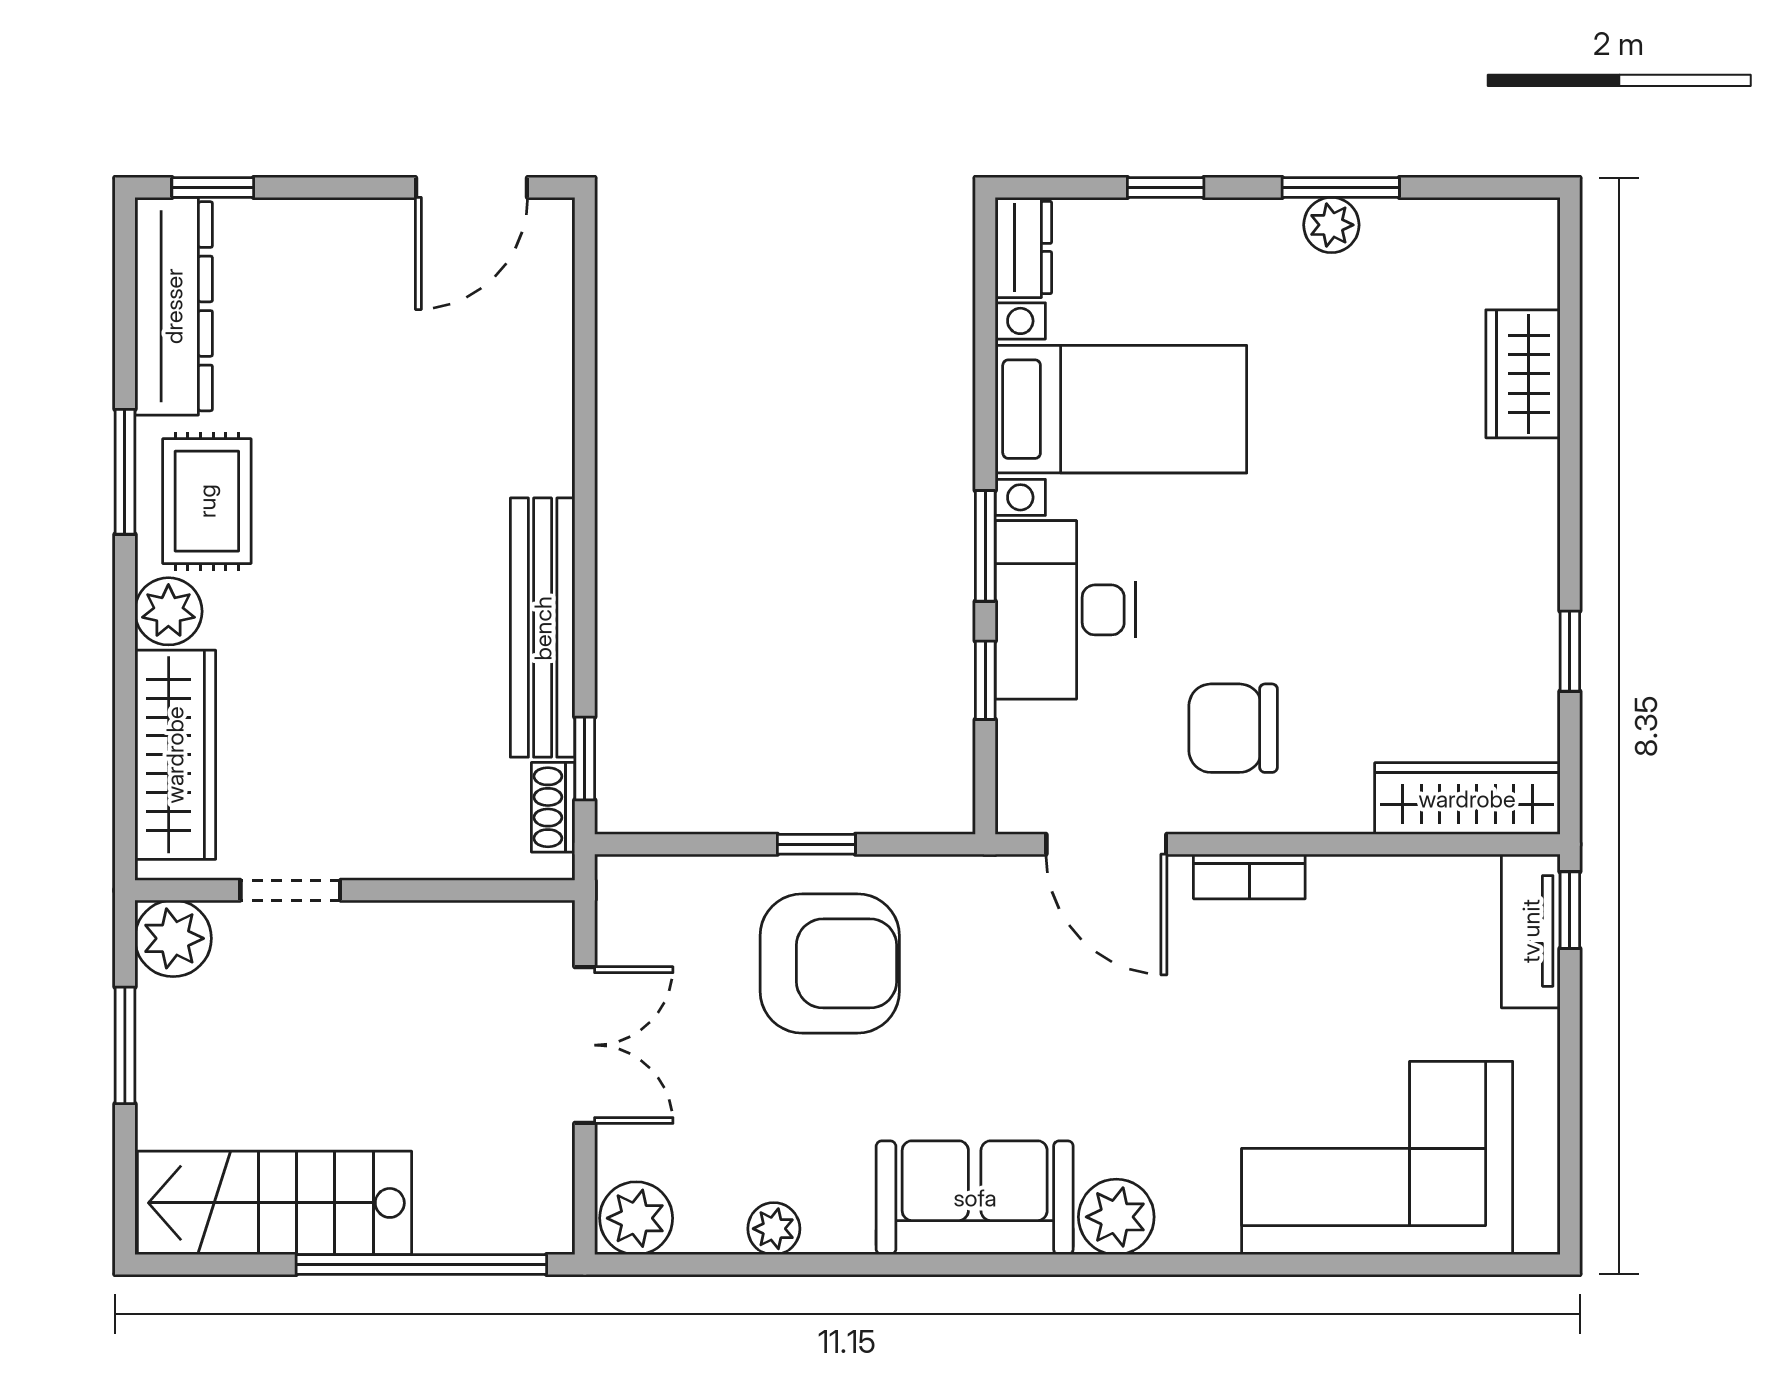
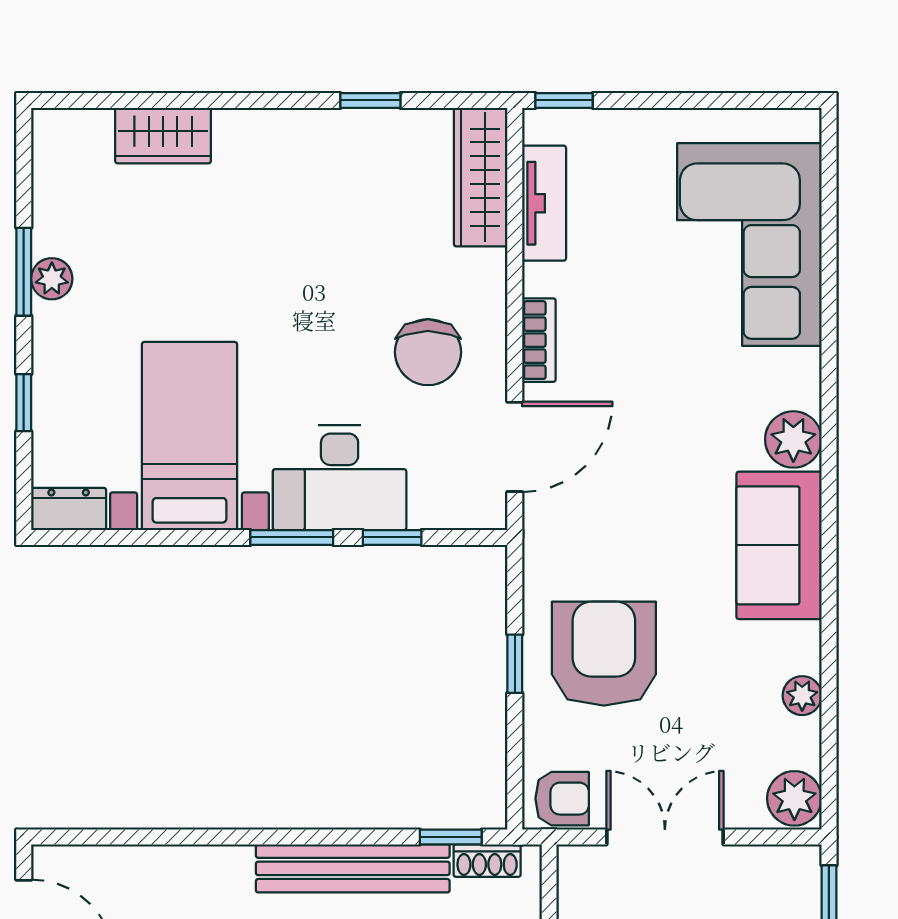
armchair: (636, 908) -> (562, 799), added
tv unit: (1531, 931) -> (544, 203), moved, turned -90

